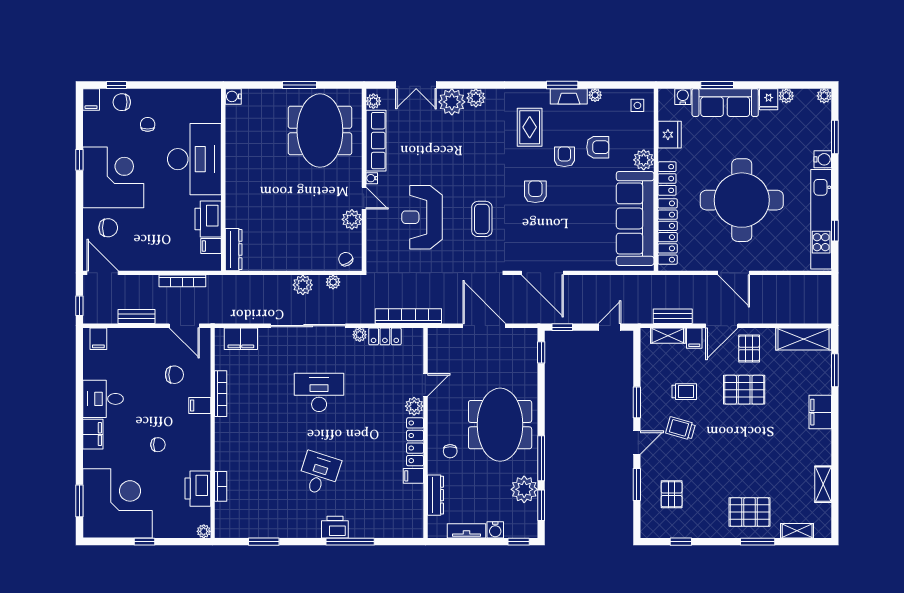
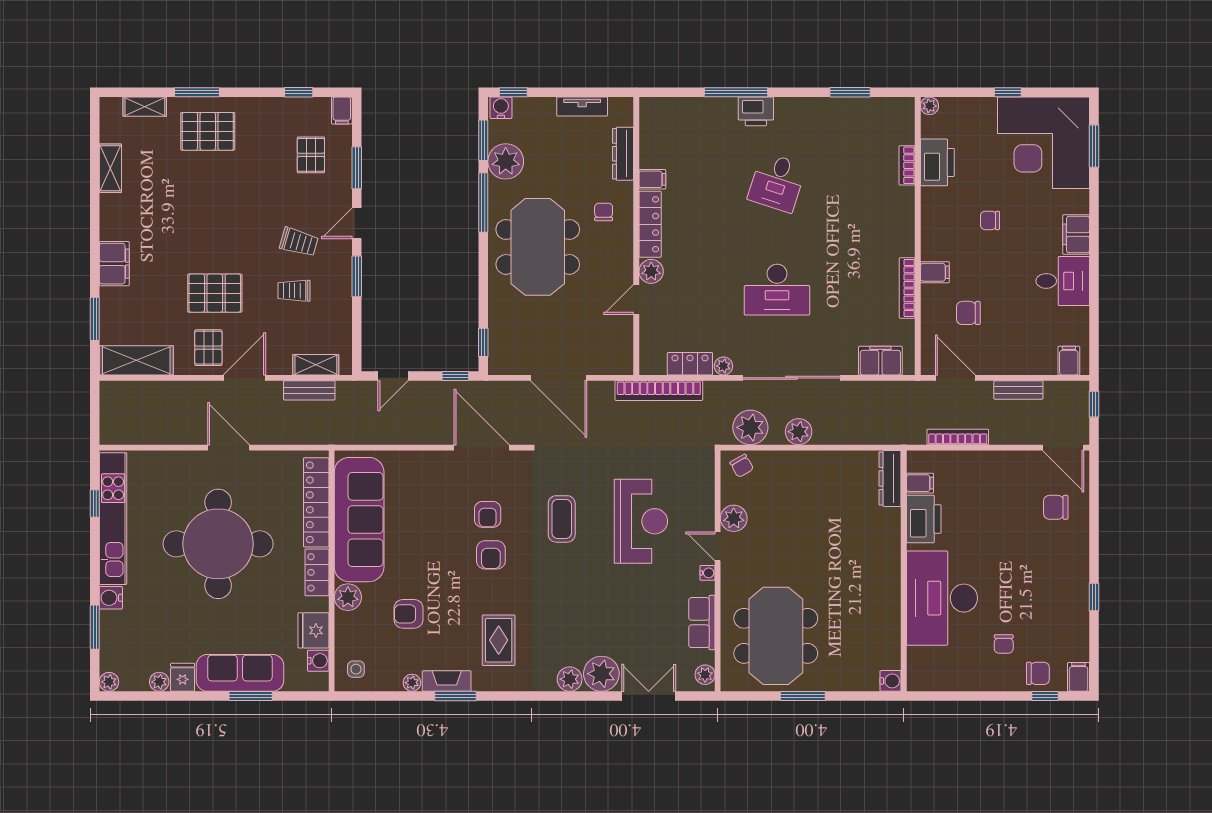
water cooler: (683, 97) -> (318, 661), moved, turned -90
row of seats: (376, 141) -> (702, 623), width x0.68
armchair: (564, 157) -> (488, 514), moved
corner desk: (113, 177) -> (1049, 574), removed
plant: (333, 282) -> (750, 427), width x1.87, depth x1.87
filing cabinet: (694, 338) -> (342, 110), moved, turned 180
water cooler: (495, 530) -> (501, 108), moved

